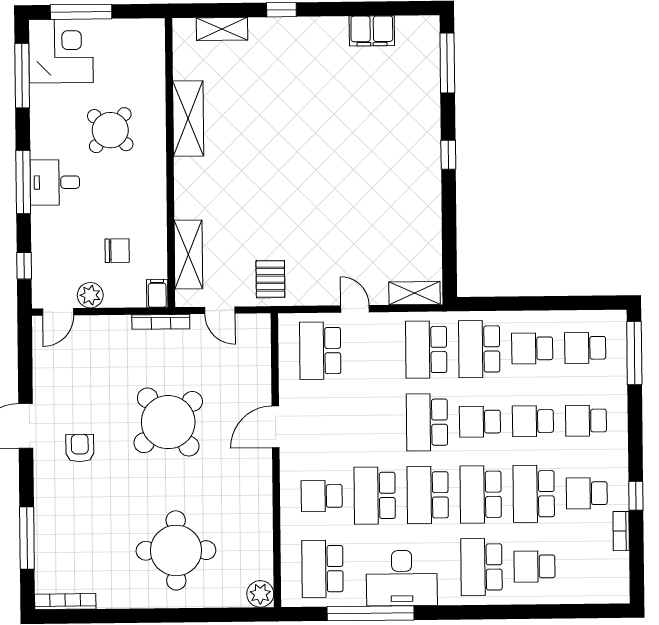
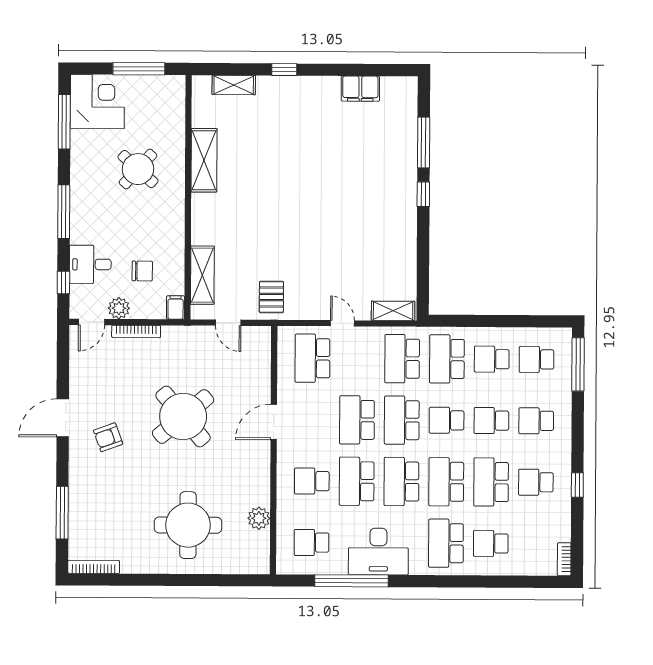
window: (81, 12) -> (139, 69), moved
window: (447, 63) -> (424, 142), moved
desk: (55, 182) -> (90, 264), moved
bookcase: (161, 322) -> (136, 331), moved
school desk: (374, 423) -> (357, 420), added
armchair: (80, 448) -> (108, 437), turned -110
bookcase: (621, 531) -> (564, 559), moved
school desk: (322, 569) -> (312, 542), width x0.54
plant: (260, 594) -> (259, 518), moved

